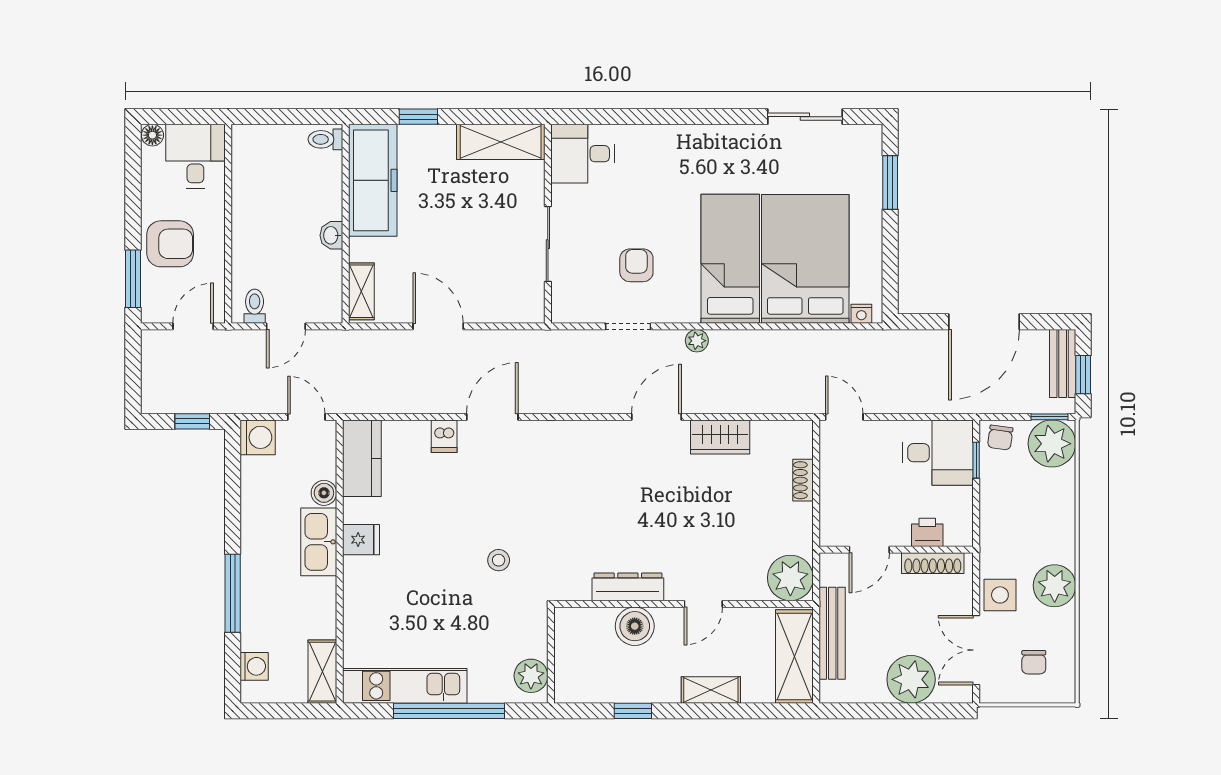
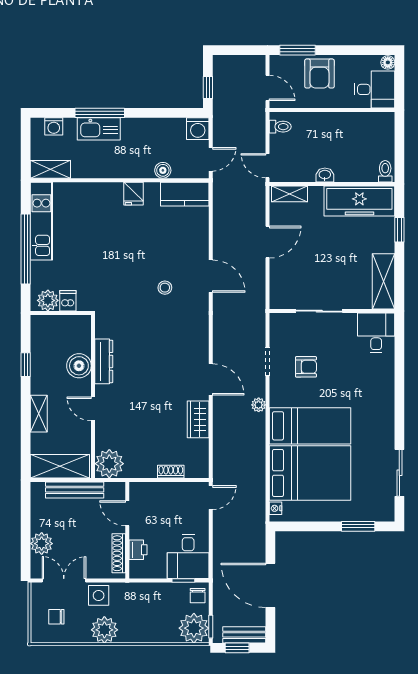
door: (286, 326) -> (268, 166), moved
dishwasher: (444, 436) -> (68, 301), moved, turned 90
chair: (1000, 438) -> (198, 596), turned -98
kitchen sink: (319, 542) -> (99, 129), moved, turned 180
stool: (499, 560) -> (165, 288), moved
plant: (911, 679) -> (42, 544), width x0.73, depth x0.73

